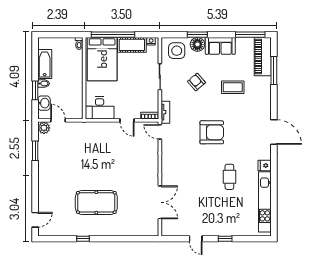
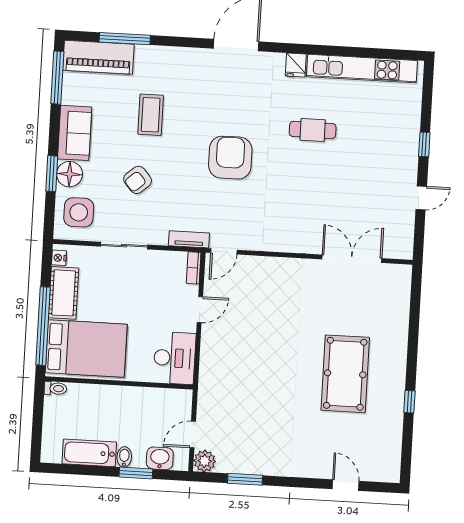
door: (35, 220) -> (346, 485), moved

